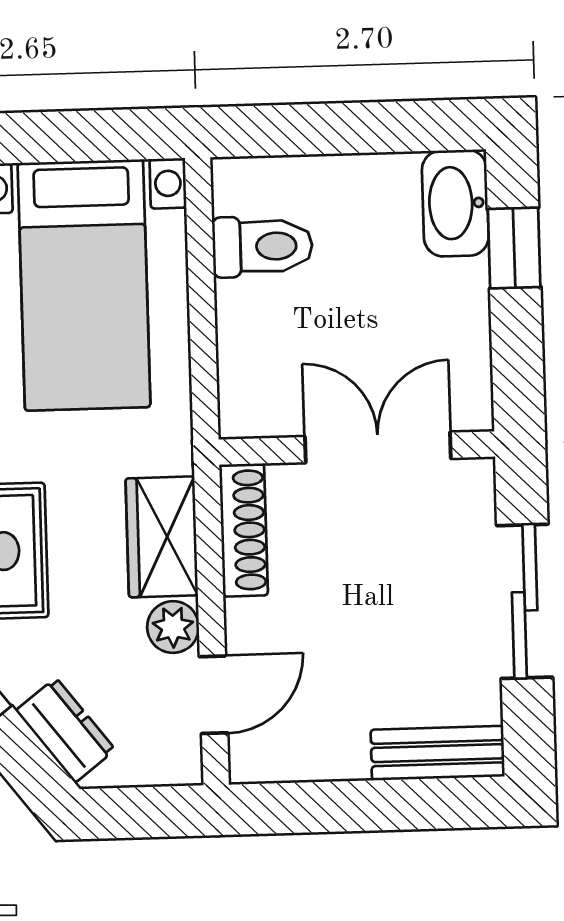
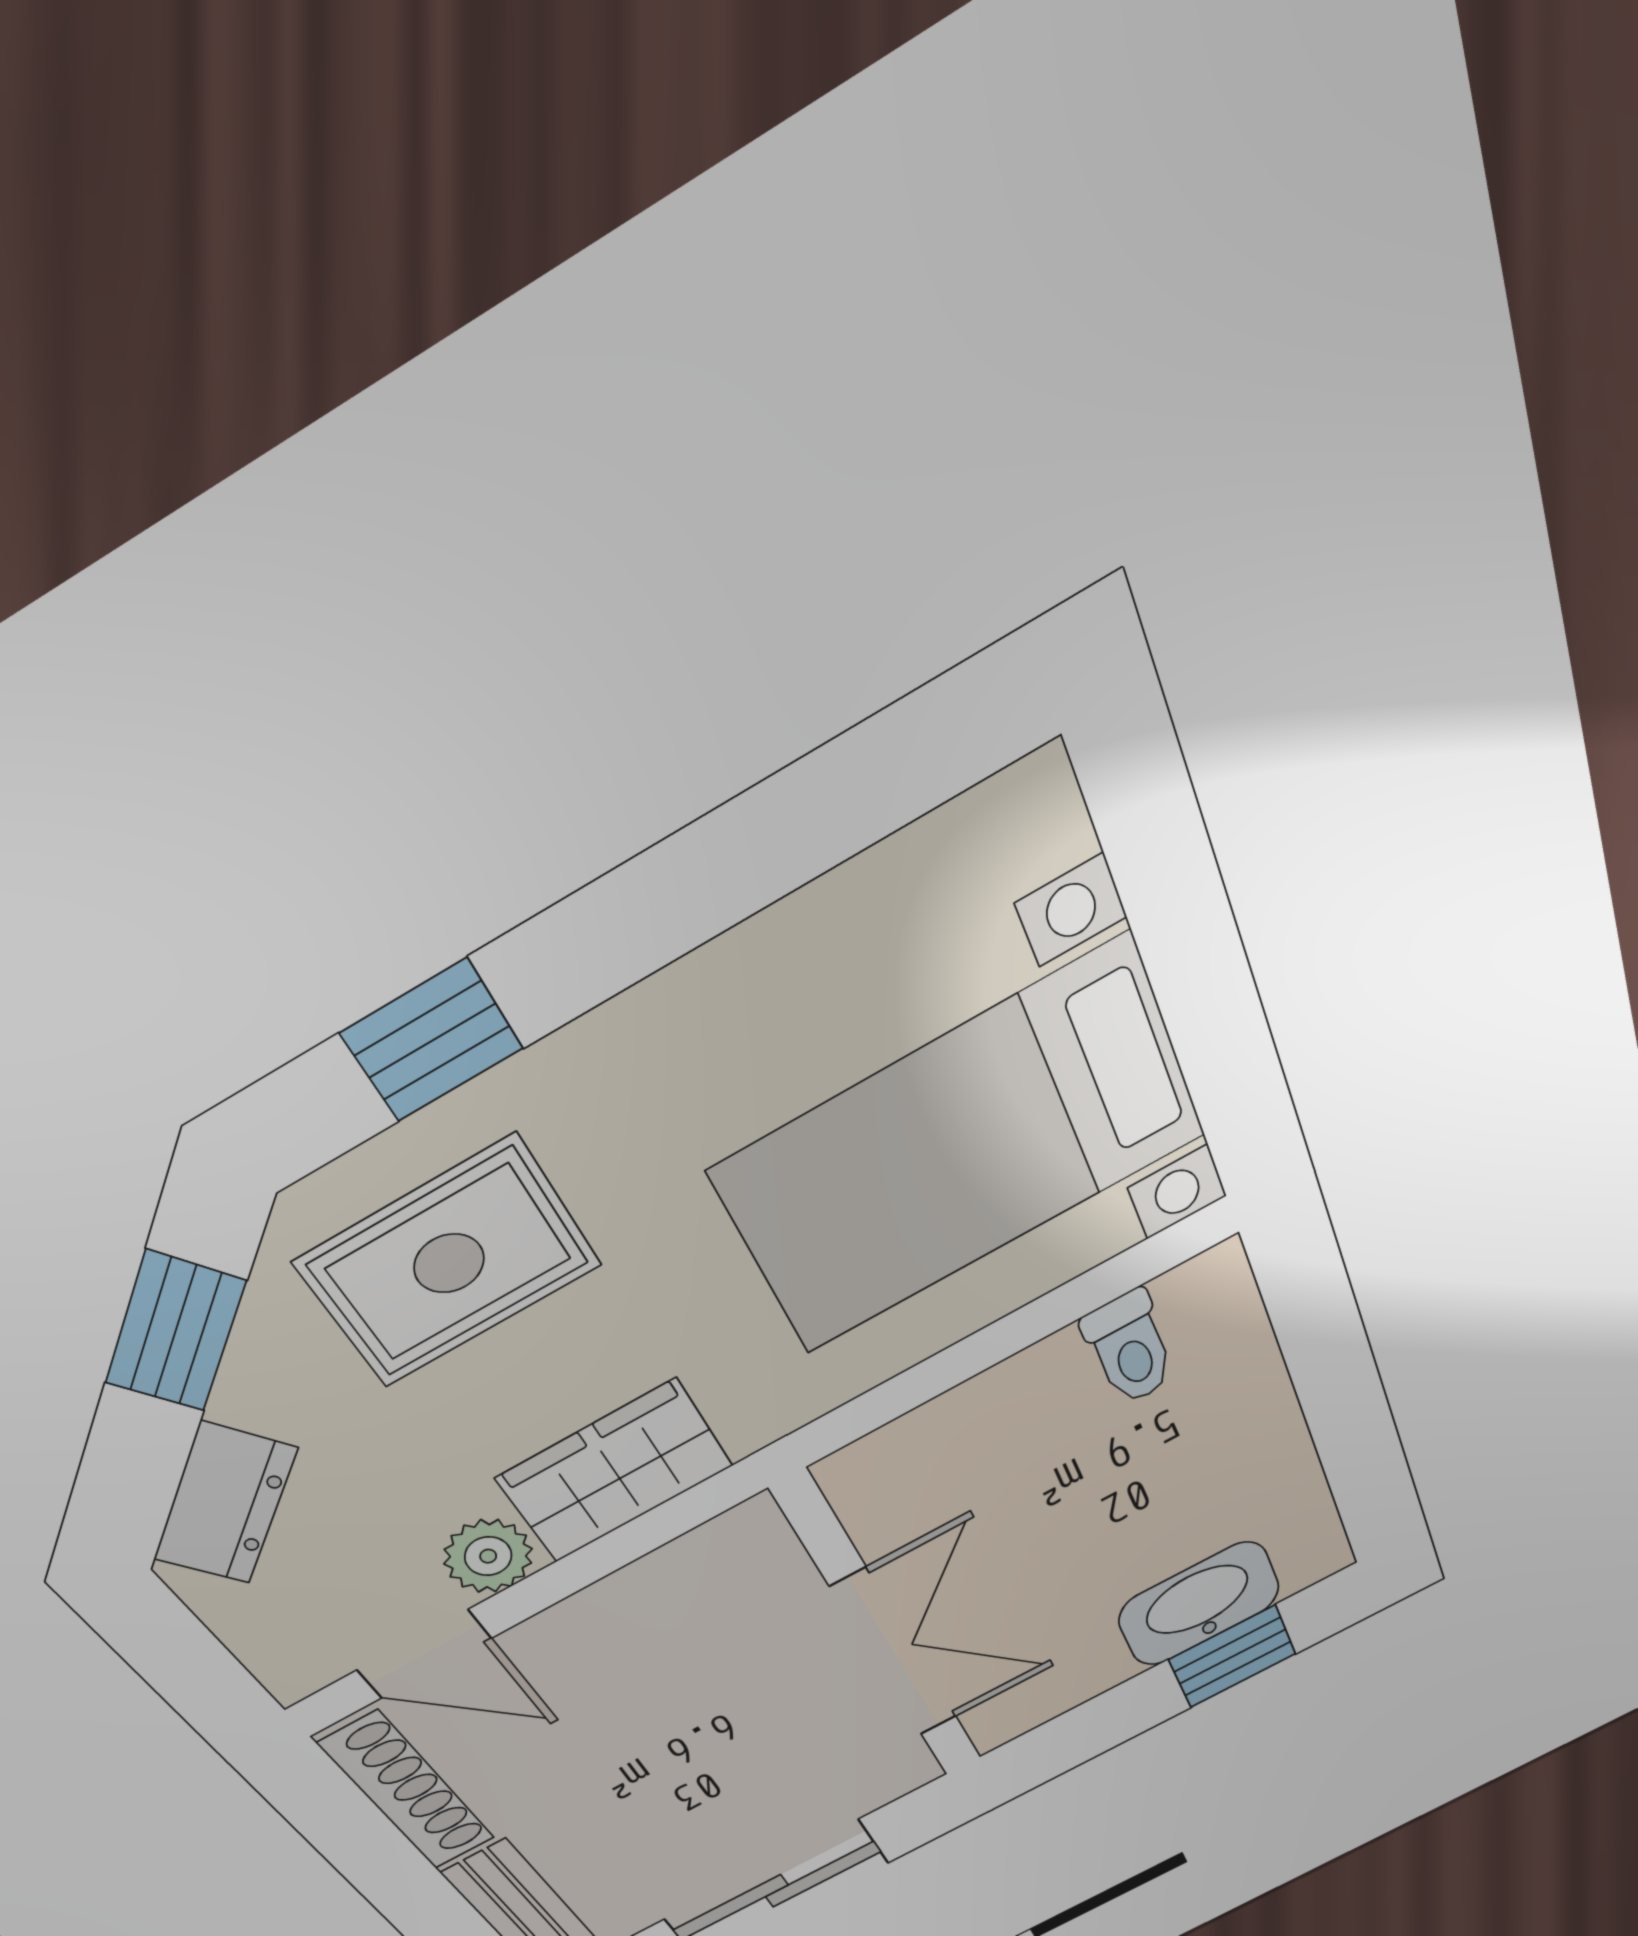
washbasin: (455, 203) -> (1199, 1604), moved
toilet: (262, 246) -> (1130, 1349), width x0.73, depth x0.72
shoe rack: (244, 530) -> (408, 1791), moved, turned -90

